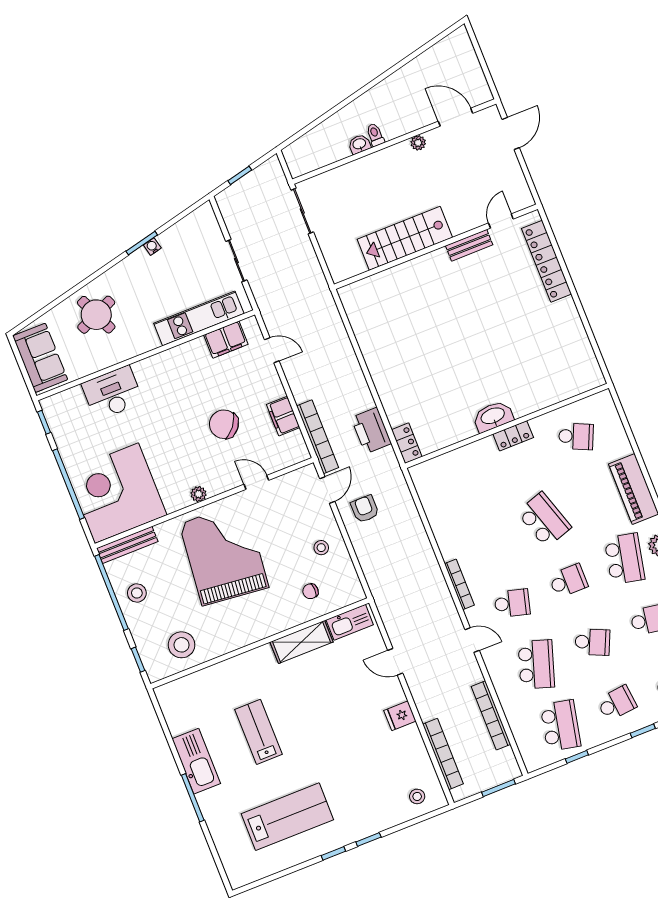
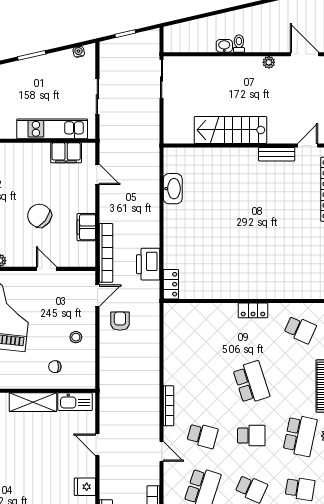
water cooler: (152, 247) -> (79, 52), moved
washbasin: (493, 416) -> (173, 189), moved, turned 90

